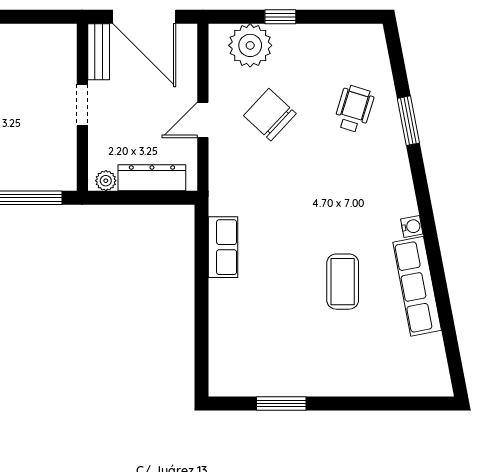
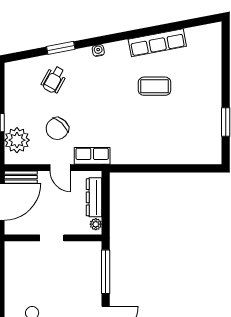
bench: (99, 52) -> (21, 177), moved
wheelchair: (354, 109) -> (54, 80), turned -78
water cooler: (412, 226) -> (98, 51), moved
row of seats: (223, 247) -> (92, 156), moved

